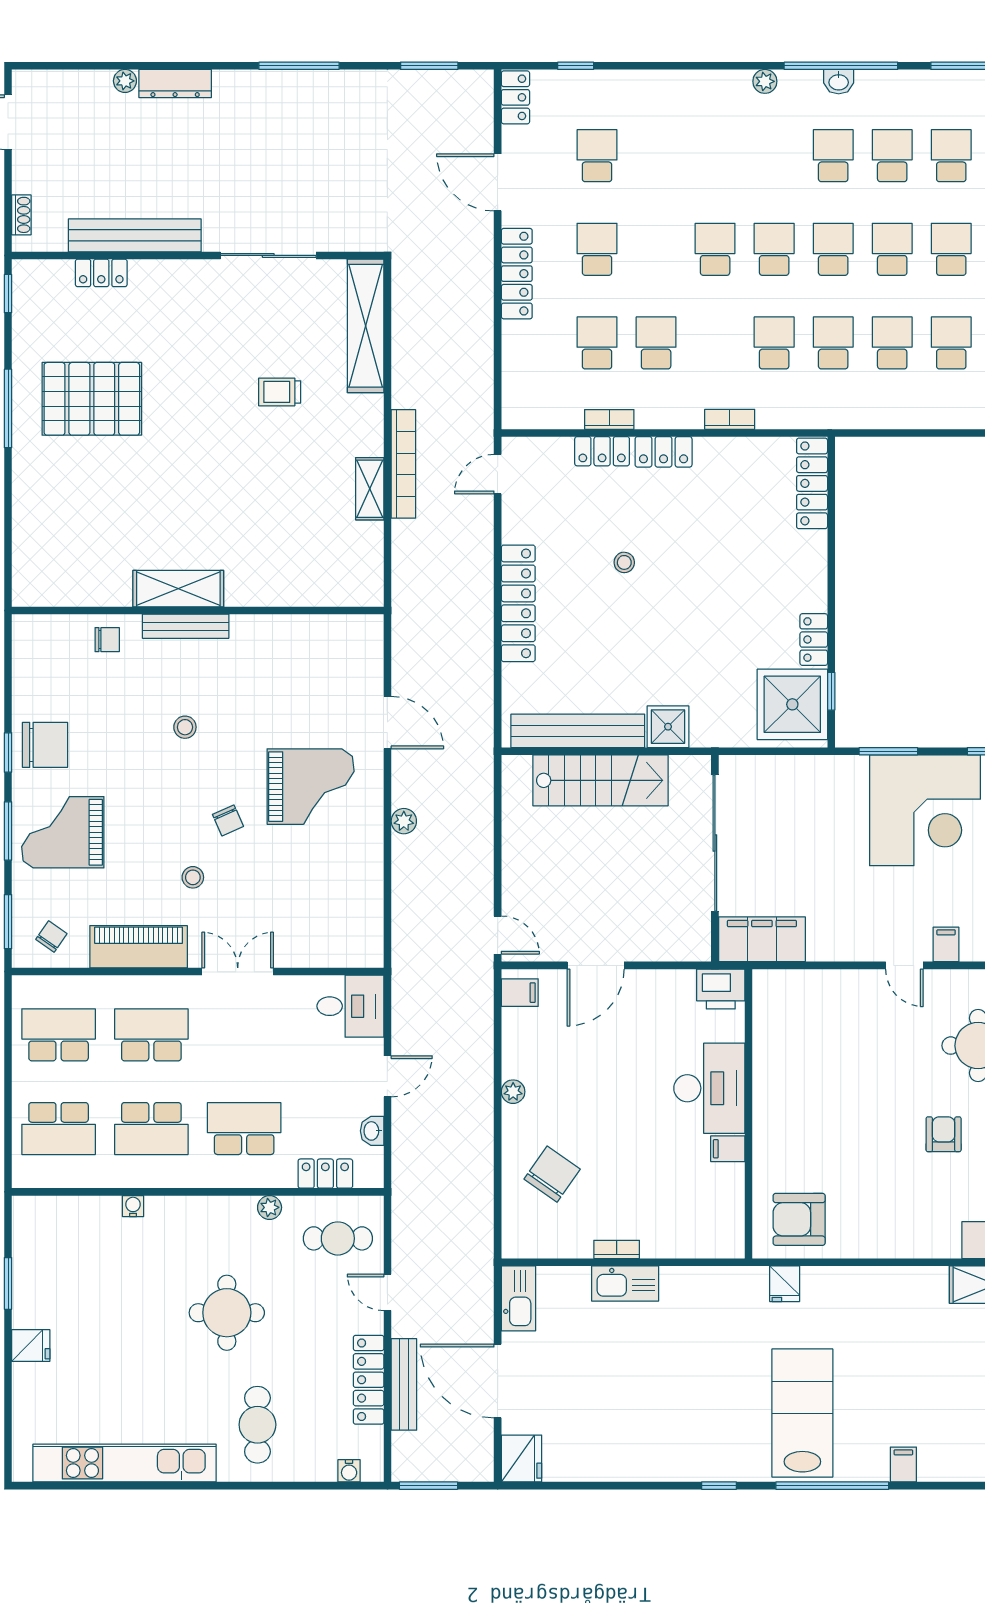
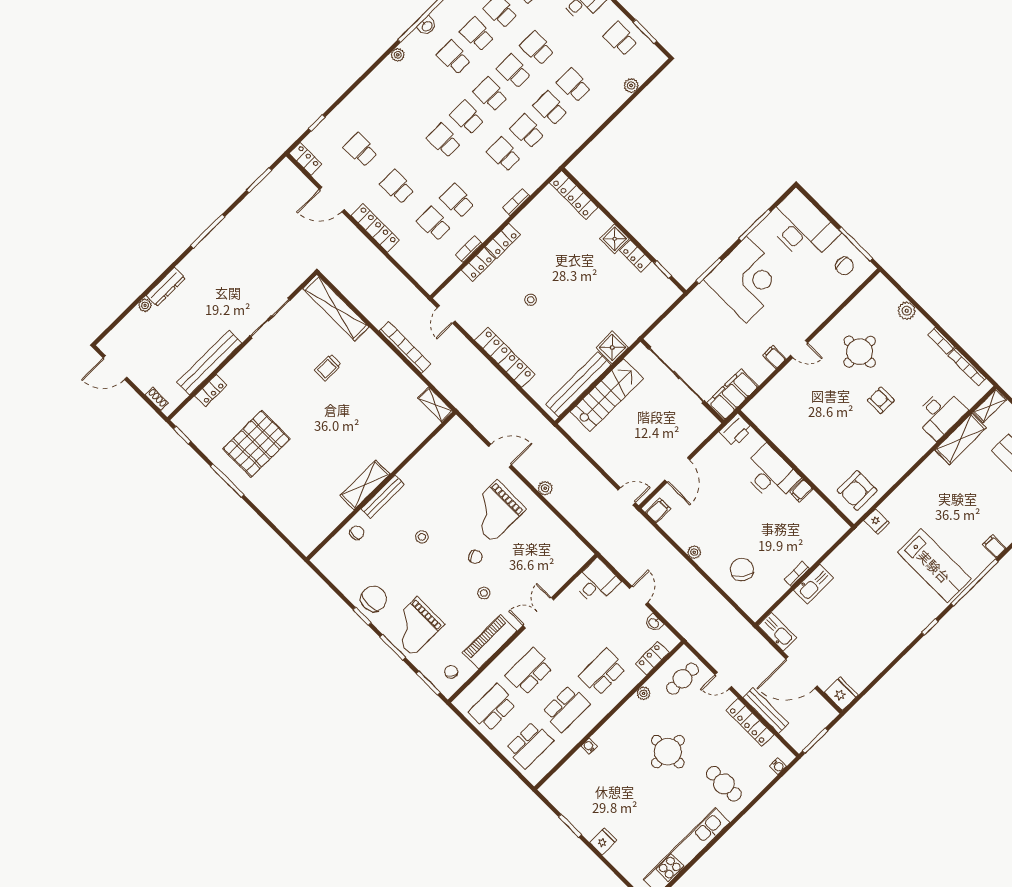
shelving: (370, 489) -> (435, 405), moved
shower: (792, 704) -> (615, 239), moved, width x0.54, depth x0.54
grand piano: (311, 787) -> (495, 511), turned 180
filing cabinet: (946, 944) -> (774, 357), moved
lab bench: (802, 1413) -> (934, 566), turned 180

